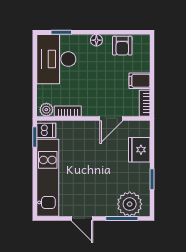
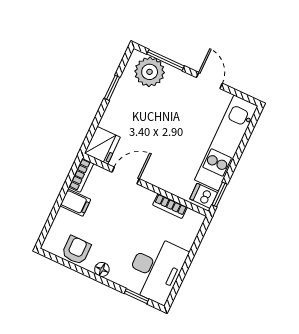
plant: (46, 110) -> (193, 219), removed
fridge: (139, 150) -> (102, 145), moved

